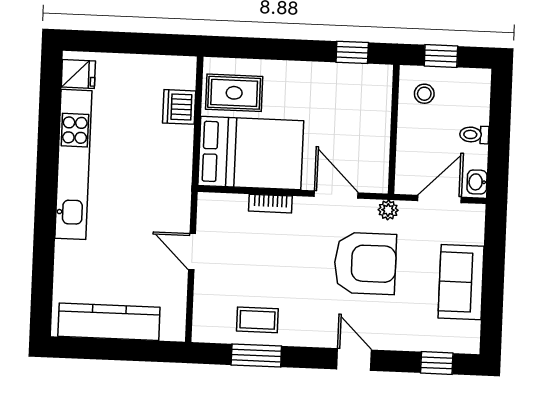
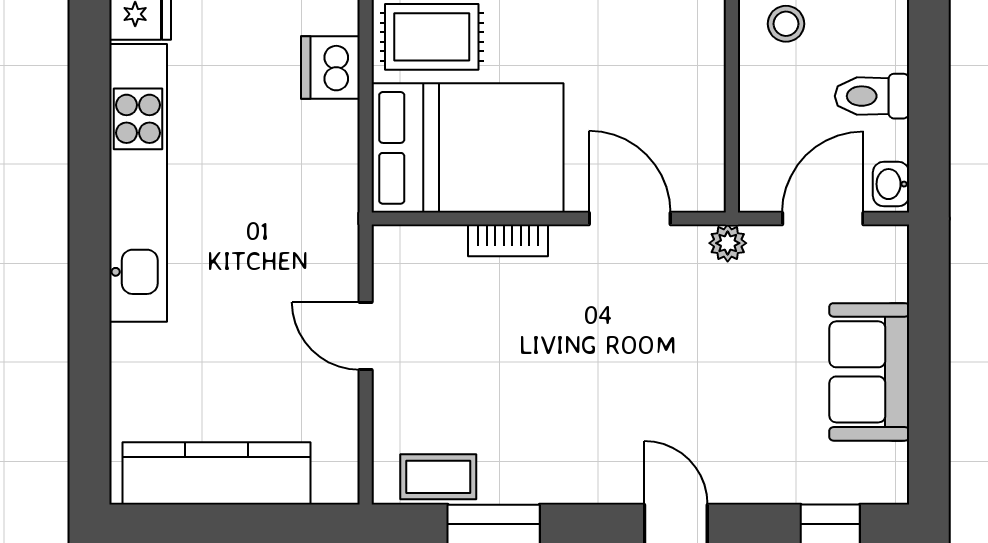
toilet: (474, 135) -> (872, 96), width x1.37, depth x1.39
armchair: (365, 263) -> (689, 344), removed
coffee table: (257, 320) -> (438, 477), moved

